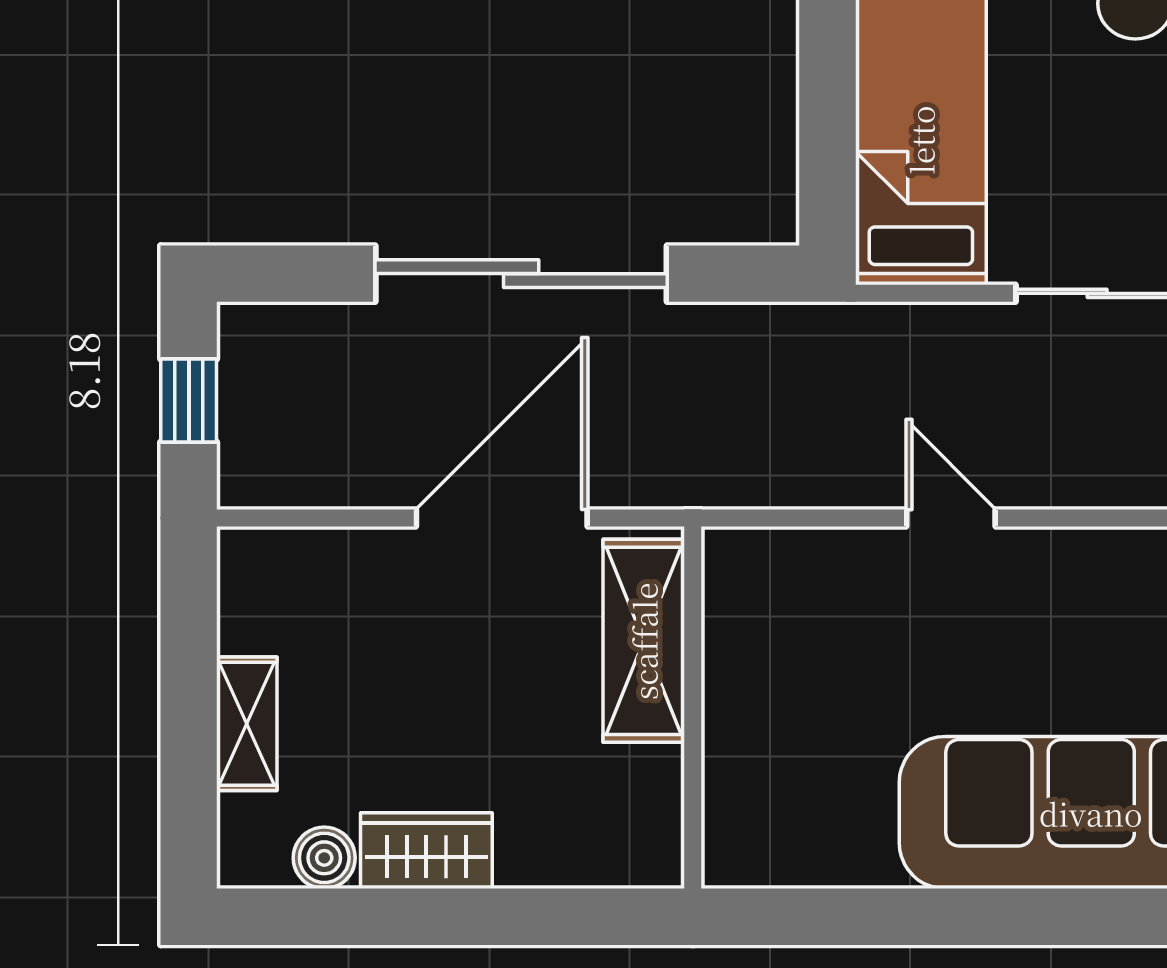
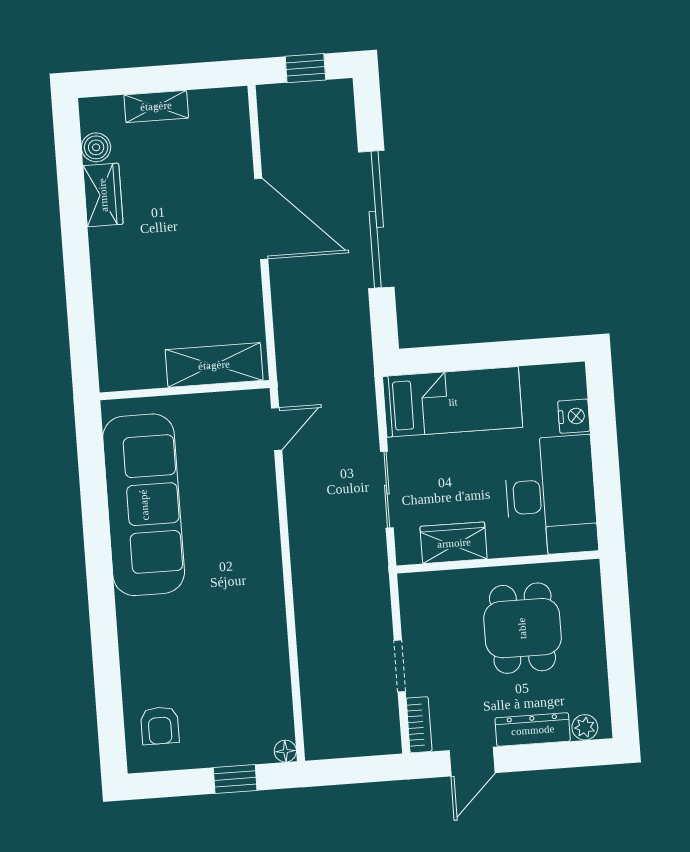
shelving: (644, 641) -> (214, 365), moved
wall: (693, 708) -> (185, 390), moved

